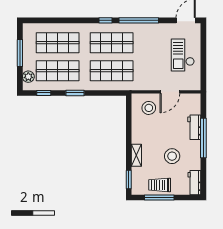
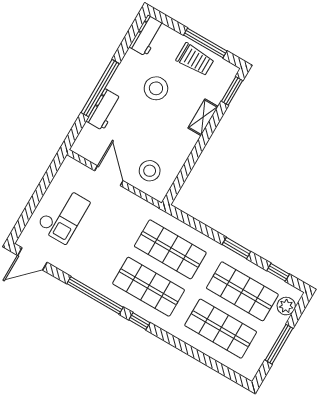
door: (170, 92) -> (109, 176), hinge flipped

